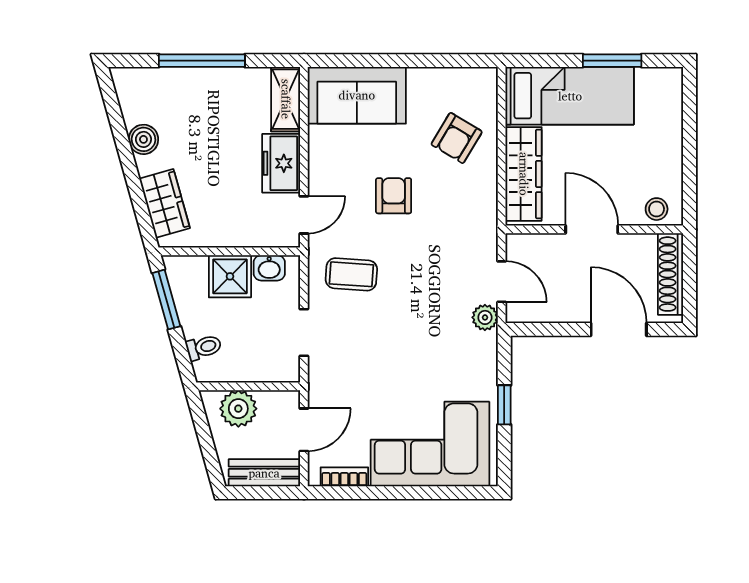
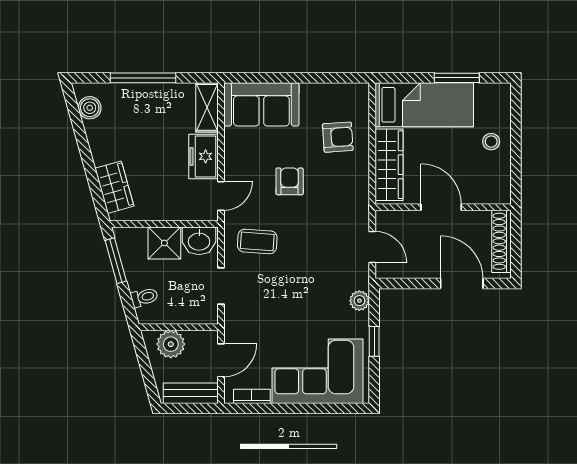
armchair: (457, 138) -> (338, 137), turned -125
boiler: (143, 139) -> (90, 108), moved
stool: (657, 209) -> (491, 142), moved
washbasin: (269, 268) -> (199, 241), width x1.38, depth x1.45
plant: (485, 317) -> (359, 301), moved

